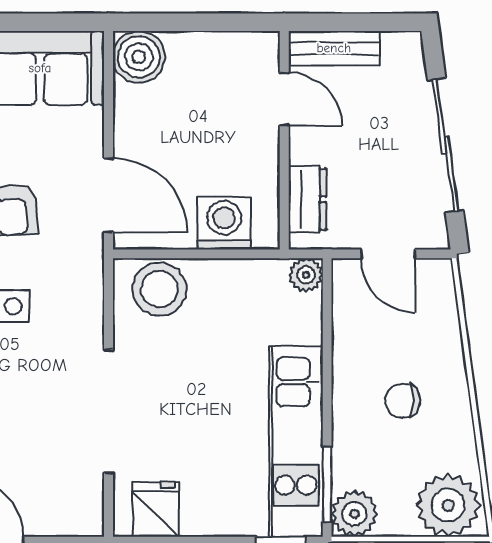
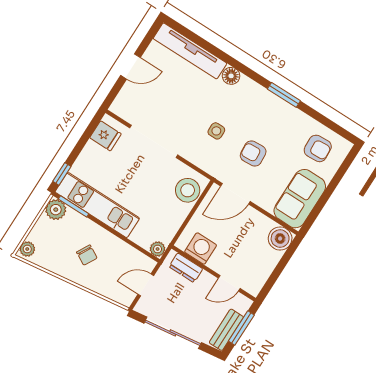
window: (354, 22) -> (241, 328), added
bench: (334, 48) -> (226, 330), moved
washing machine: (224, 223) -> (201, 249), moved, turned -90
chair: (403, 401) -> (87, 255), turned 119
plant: (448, 505) -> (27, 249), width x0.53, depth x0.53

